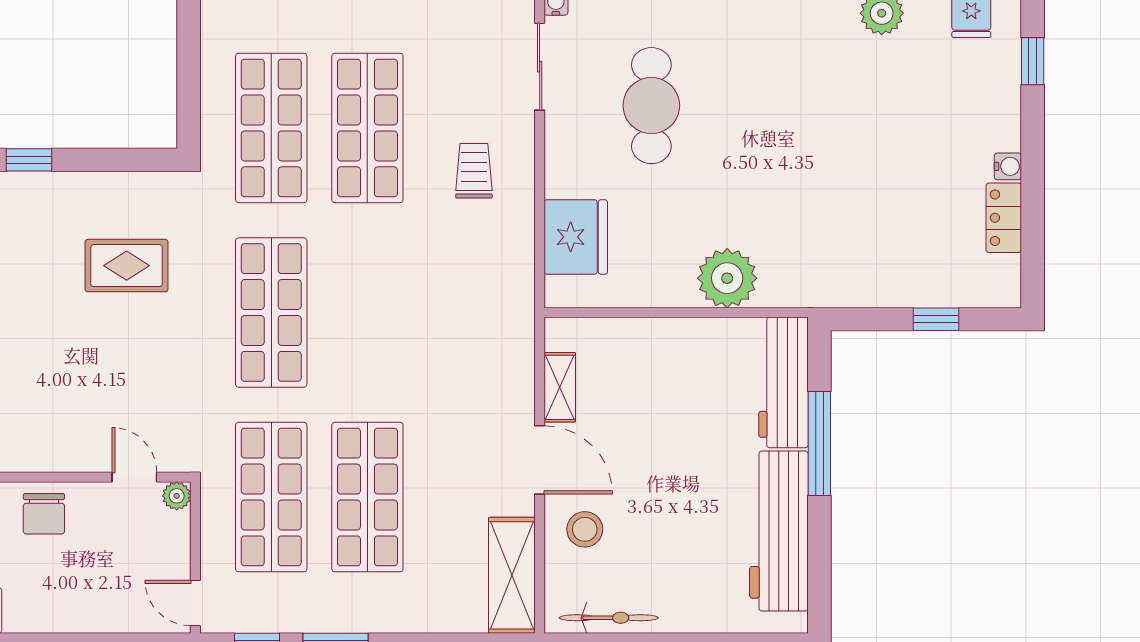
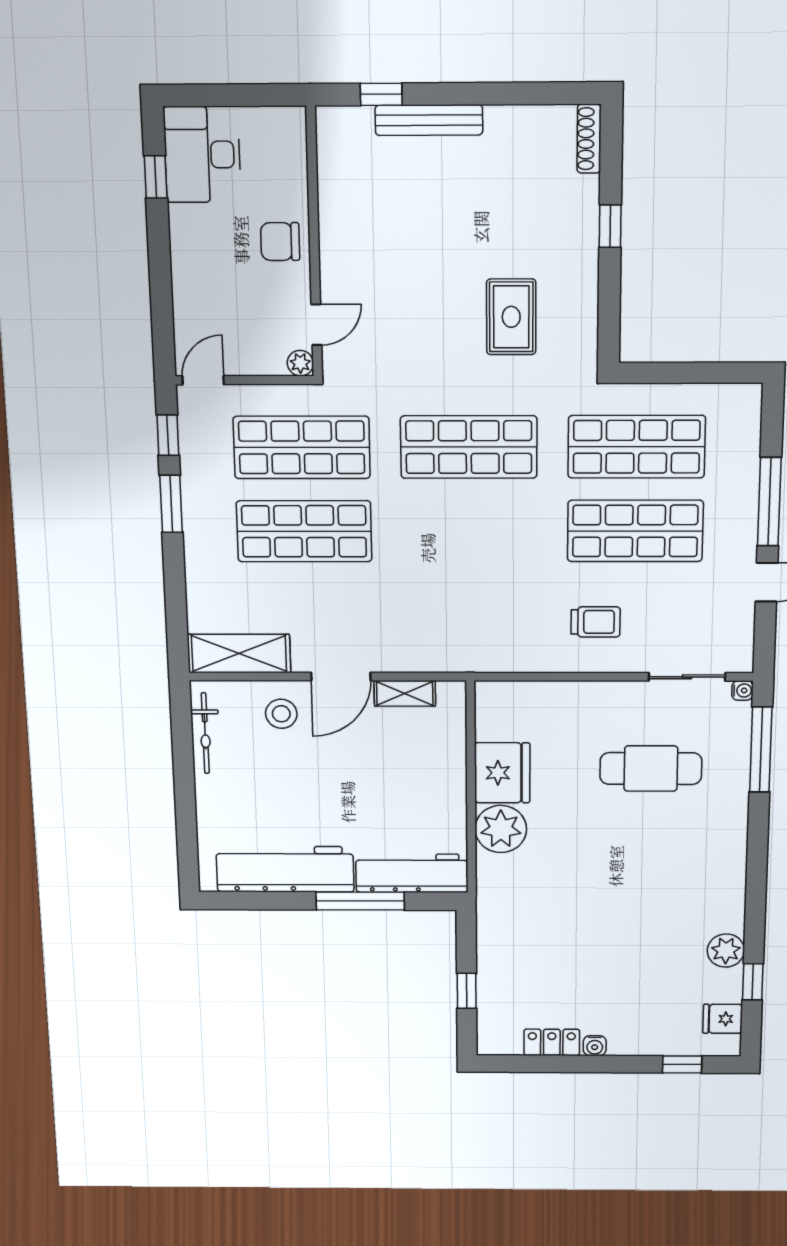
fridge: (576, 237) -> (502, 773), moved, turned -90

